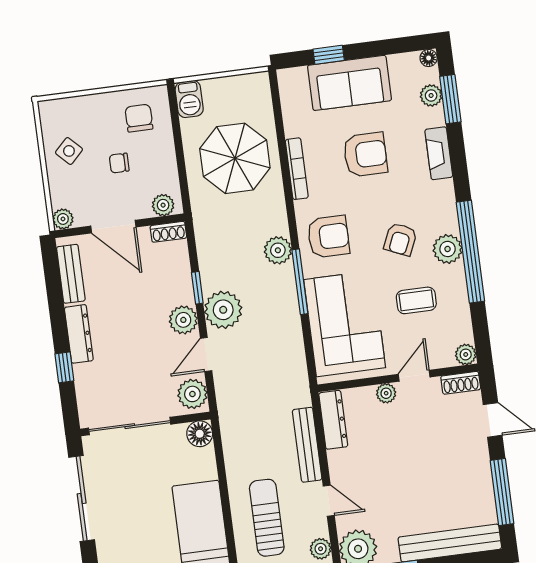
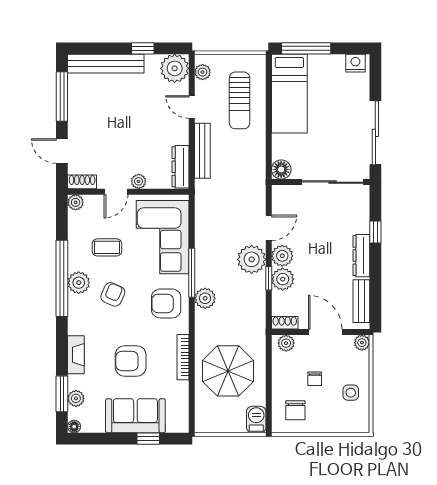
side table: (69, 151) -> (351, 393), turned 45
chair: (119, 163) -> (315, 379), turned 90
plant: (192, 394) -> (283, 279), moved

